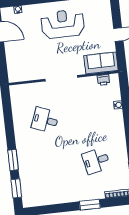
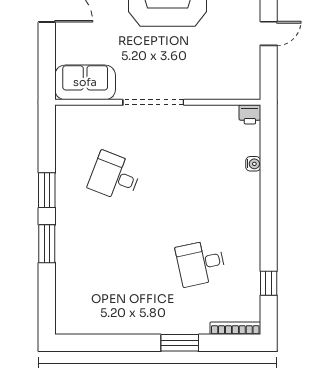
sofa: (101, 63) -> (85, 82), moved
printer: (103, 80) -> (250, 114), moved
window: (16, 188) -> (47, 190), moved

